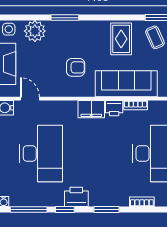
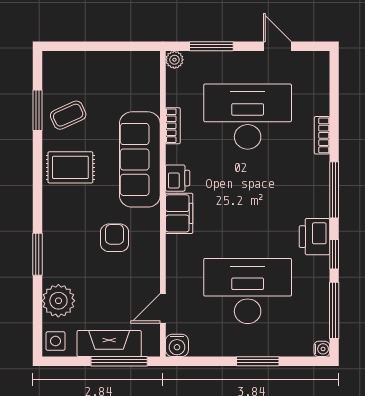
bookcase: (136, 105) -> (173, 126), moved
window: (107, 209) -> (334, 190), width x1.44

